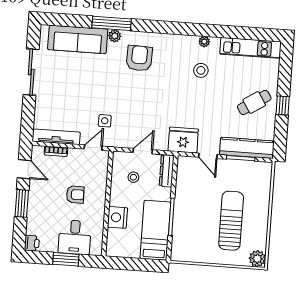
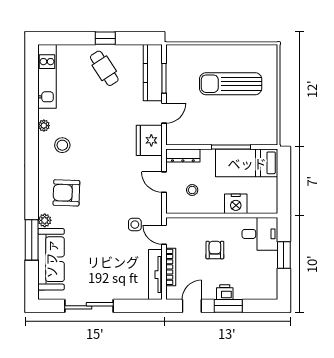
window: (112, 23) -> (32, 240), moved
stool: (201, 70) -> (62, 145), moved
bookcase: (56, 151) -> (171, 267), width x1.56
desk: (75, 237) -> (260, 234), moved
printer: (32, 243) -> (225, 292), moved
plant: (257, 259) -> (269, 53), removed

